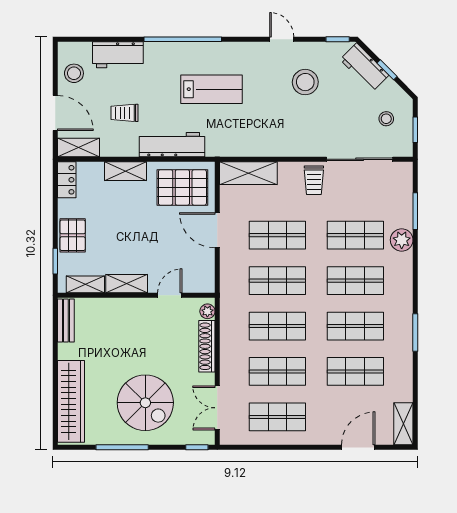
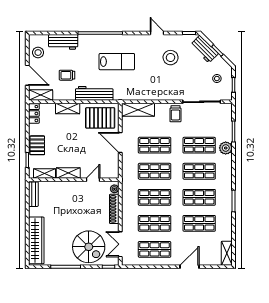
spiral stairs: (145, 403) -> (89, 247), moved
door: (358, 447) -> (189, 267), moved

